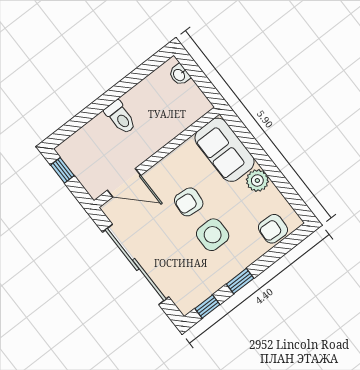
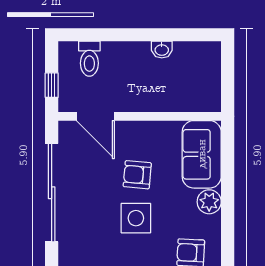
washbasin: (179, 75) -> (162, 50), moved, turned -90
toilet: (120, 117) -> (89, 59), moved
window: (62, 170) -> (52, 85), moved

